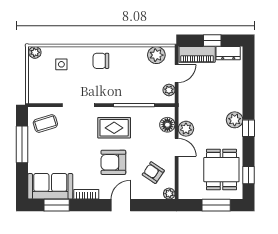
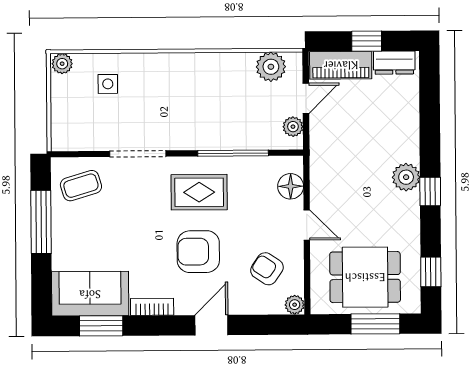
chair: (101, 61) -> (176, 77), removed
plant: (186, 129) -> (323, 193), removed
dining table: (221, 170) -> (365, 277), moved, turned 90

